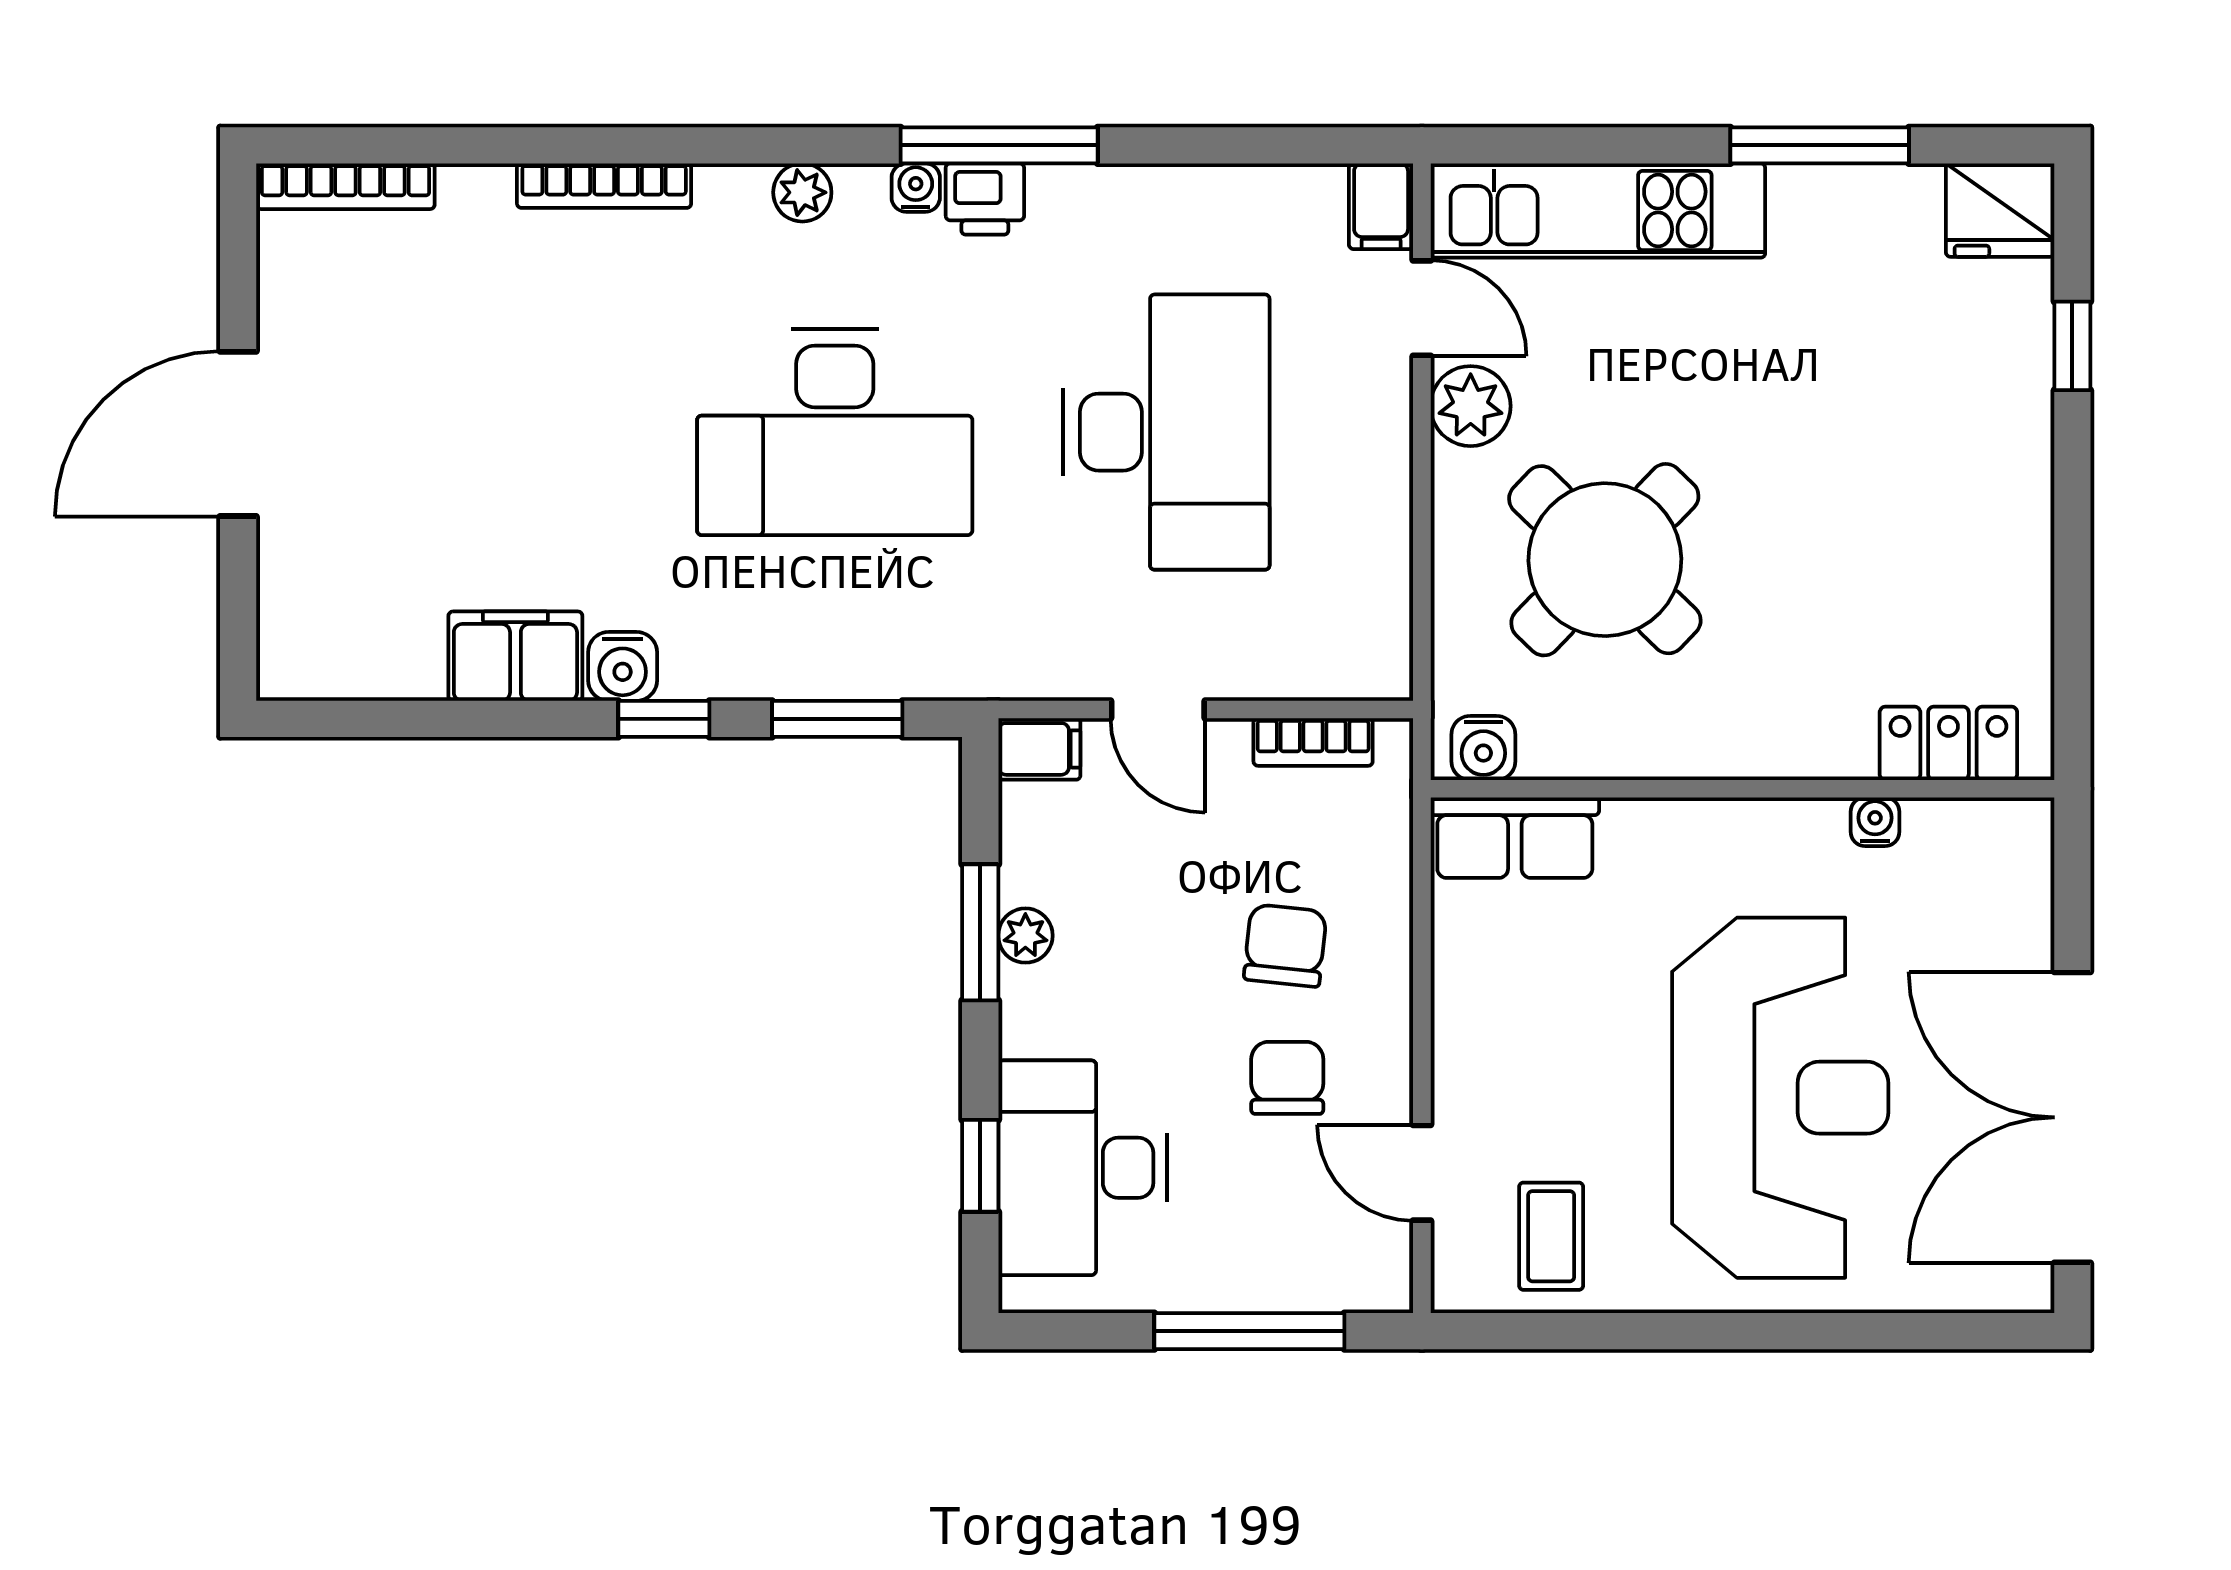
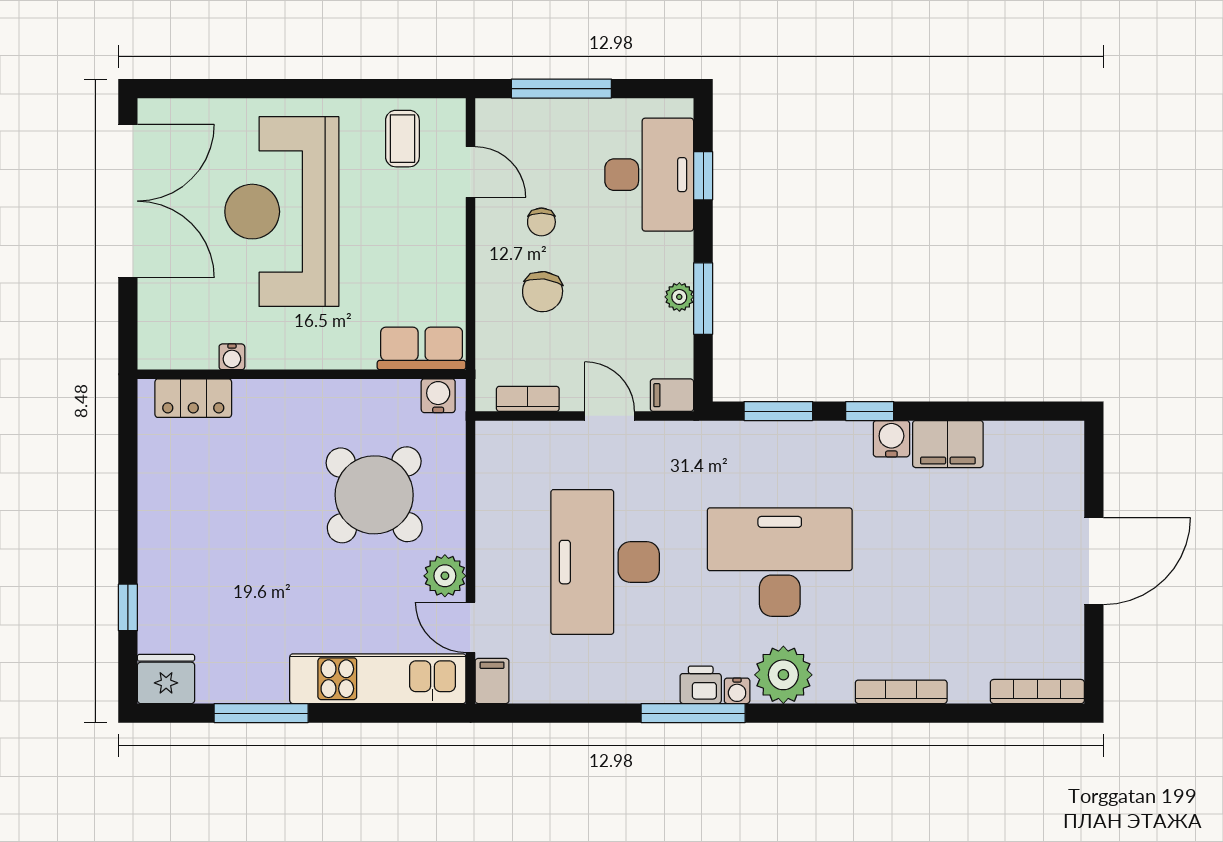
plant: (802, 192) -> (783, 675), width x1.88, depth x1.88
chair: (1287, 1078) -> (541, 222), width x0.73, depth x0.73

